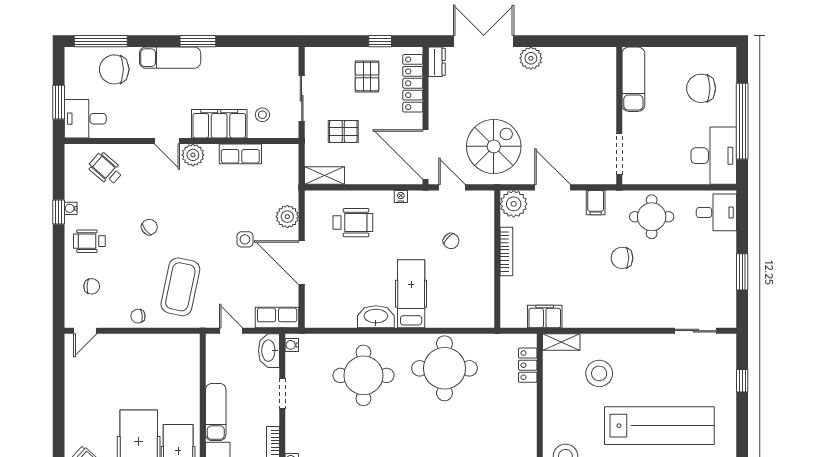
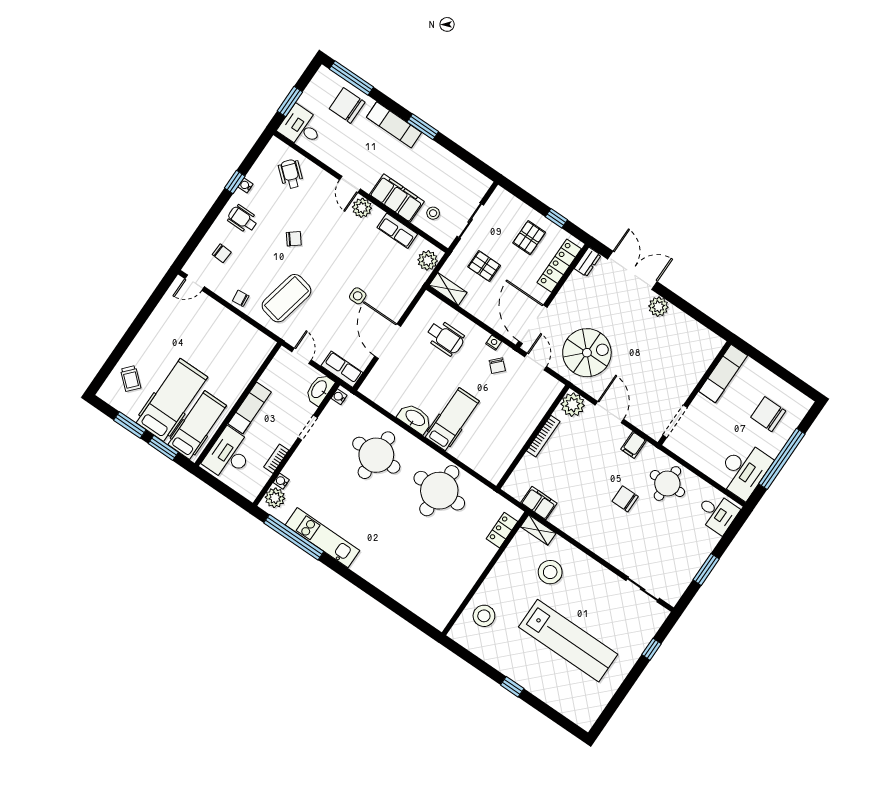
plant: (287, 217) -> (428, 260), moved
chair: (451, 241) -> (497, 366), moved

